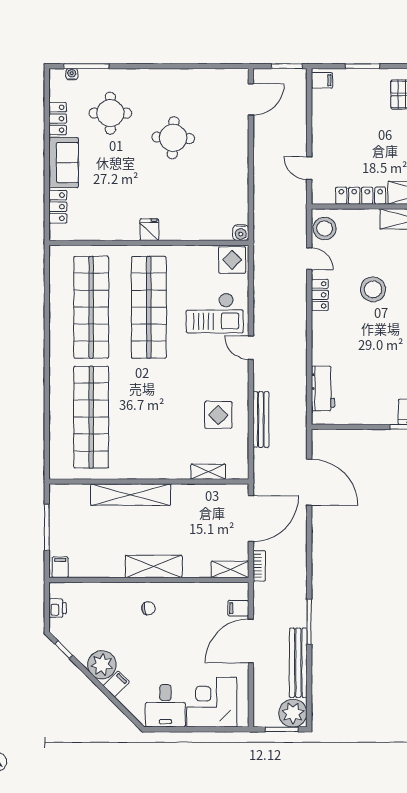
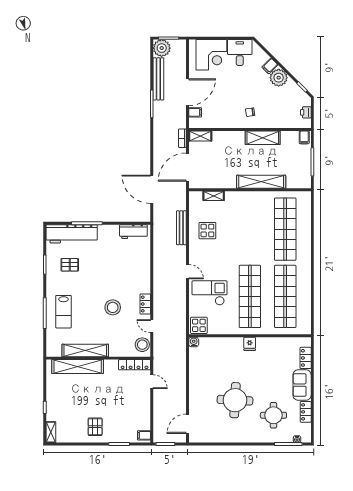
round table: (173, 138) -> (235, 400), width x1.36, depth x1.36
locker: (361, 196) -> (135, 365), moved
workbench: (323, 388) -> (133, 232), moved, turned -90
shelving: (154, 566) -> (263, 138), moved

